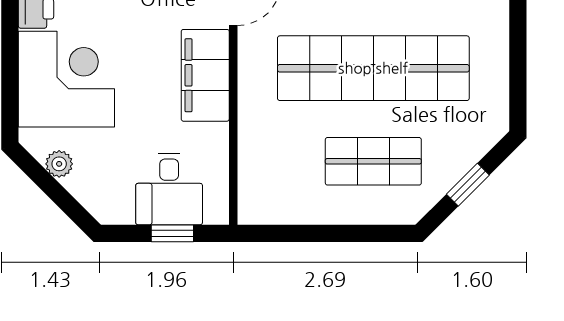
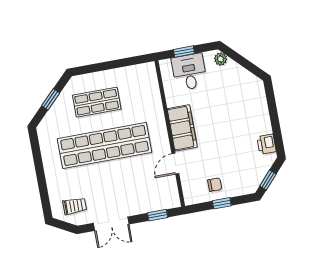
corner desk: (66, 79) -> (246, 114), removed
plant: (59, 164) -> (221, 59), moved

